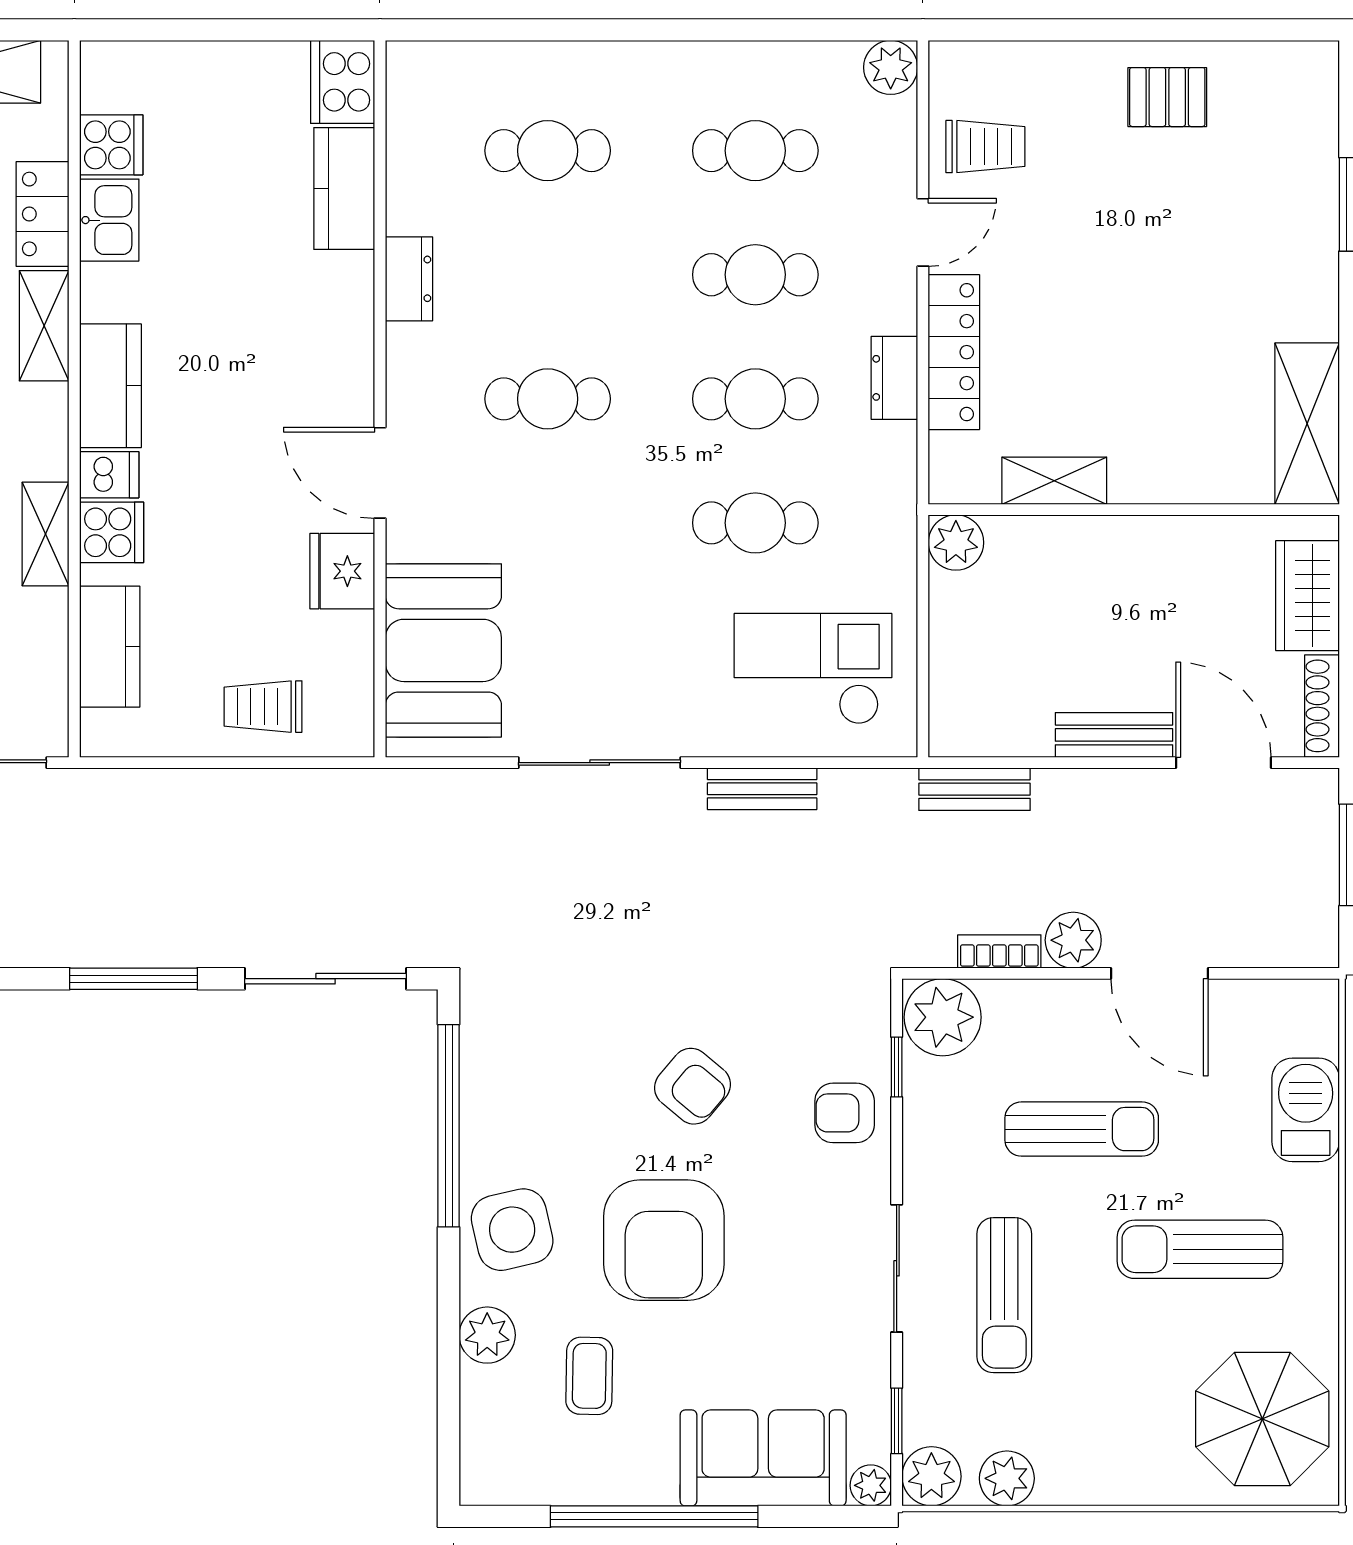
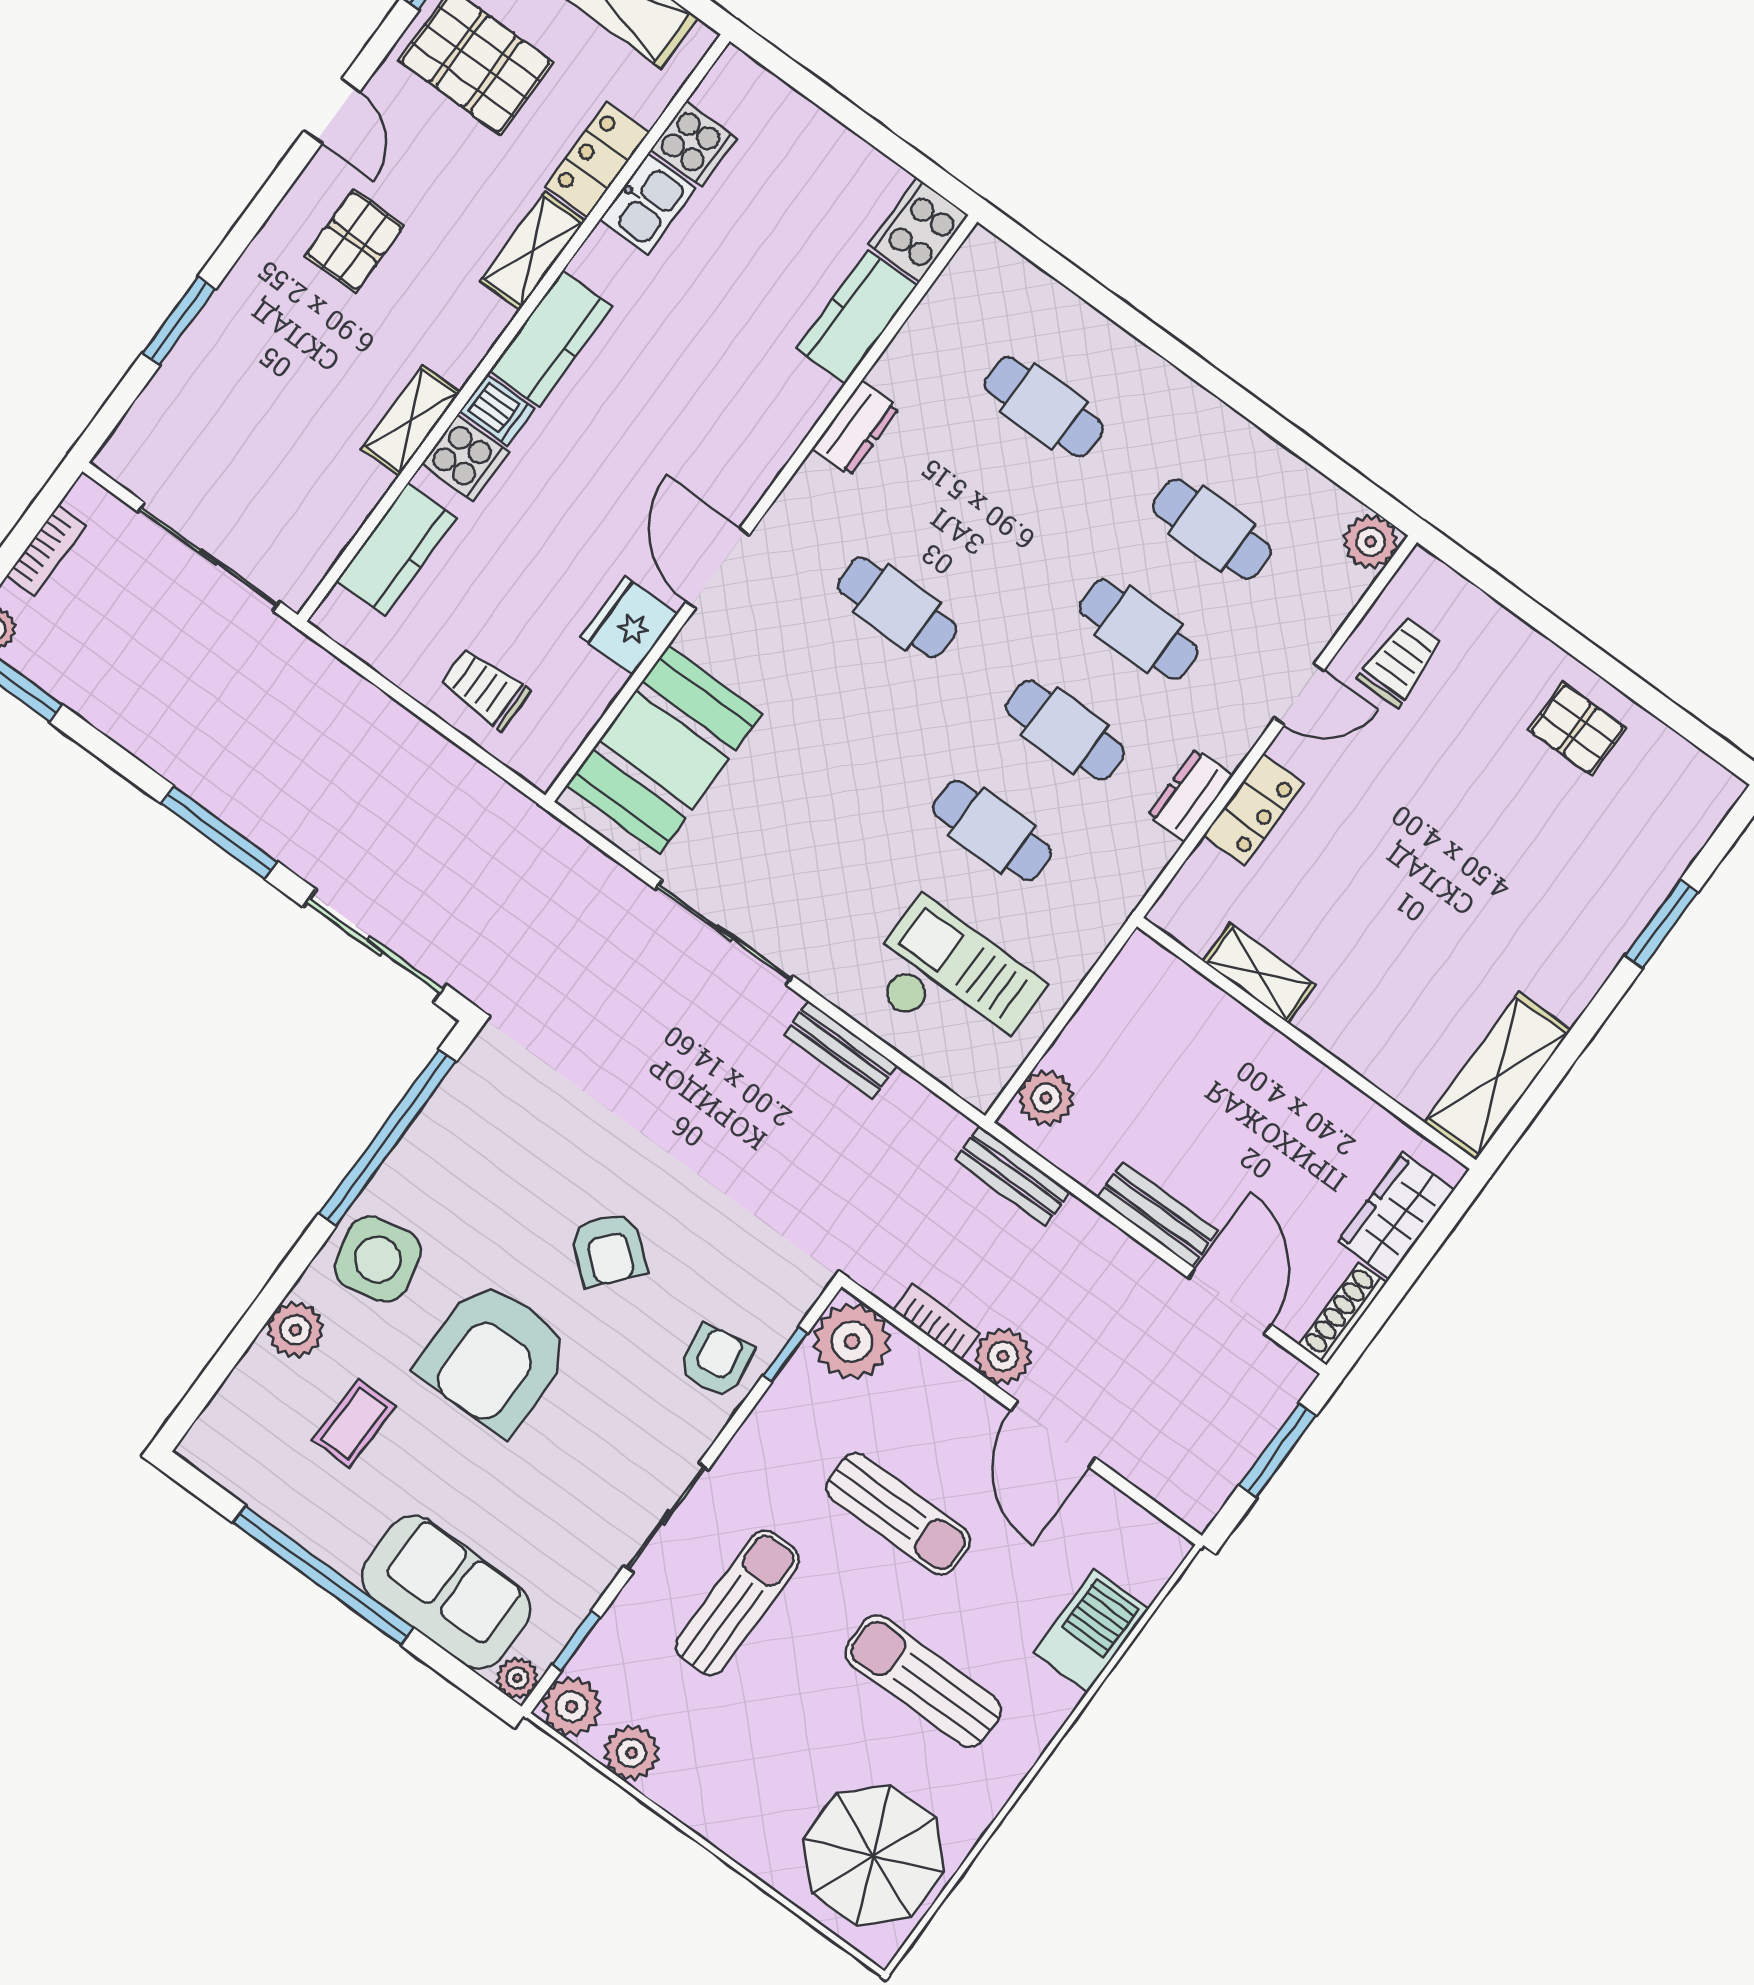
trolley: (985, 147) -> (1401, 662), turned -90
locker: (954, 352) -> (1254, 810), width x0.66
plant: (956, 543) -> (1046, 1098), moved
armchair: (845, 1113) -> (716, 1361), turned 81
sun lounger: (1004, 1295) -> (738, 1603), turned 180

